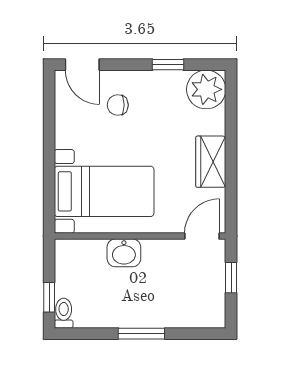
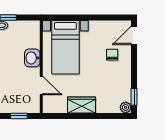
window: (168, 65) -> (134, 97), moved
plant: (206, 89) -> (126, 107), width x0.53, depth x0.53
door: (202, 236) -> (41, 86), moved

